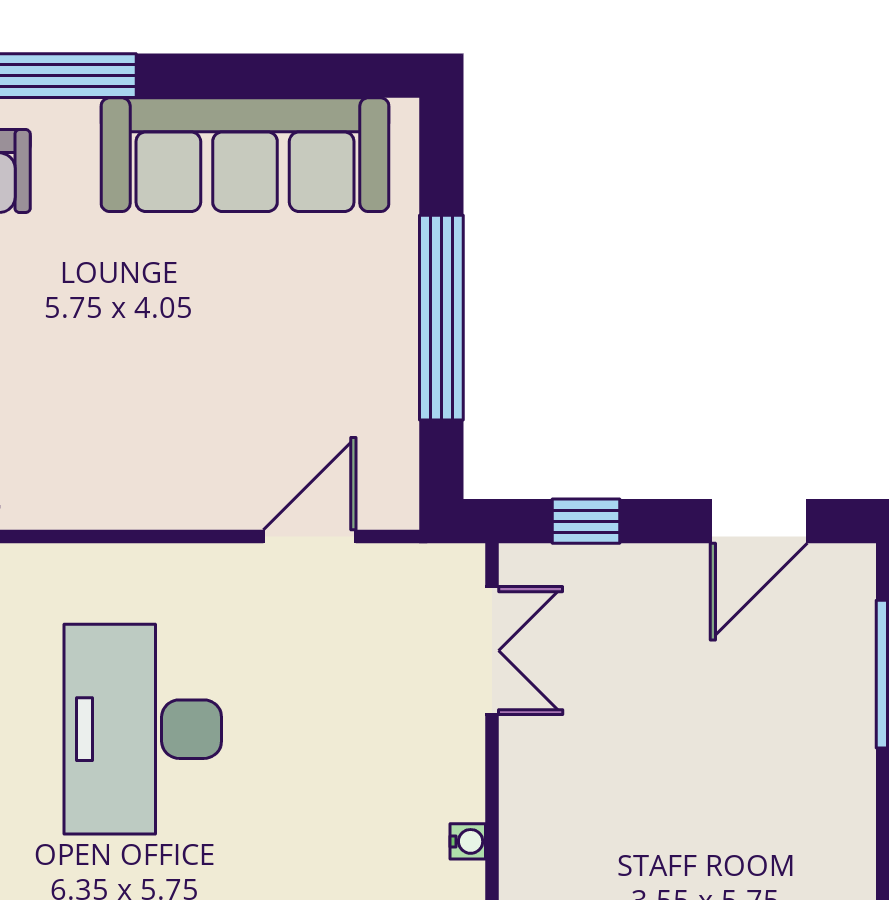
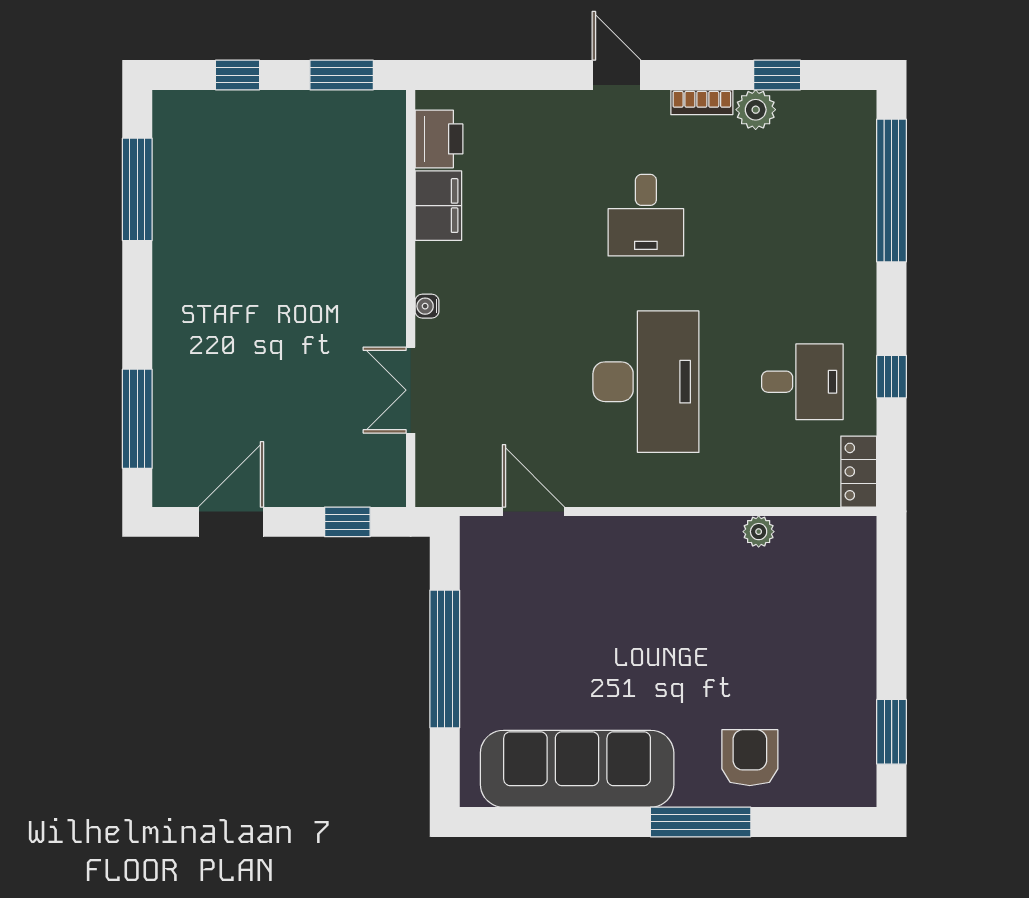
door: (310, 537) -> (534, 511), swing flipped
double door: (492, 651) -> (411, 390), moved

